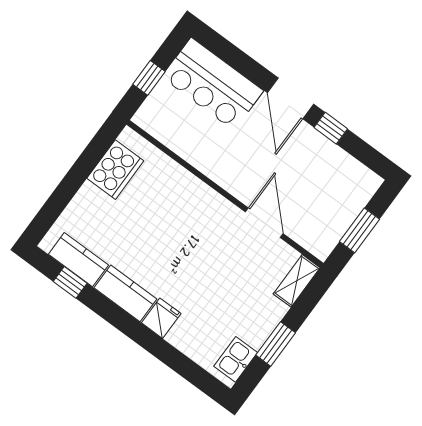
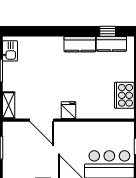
fridge: (161, 318) -> (68, 110), moved, turned 180

